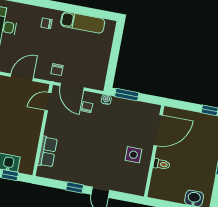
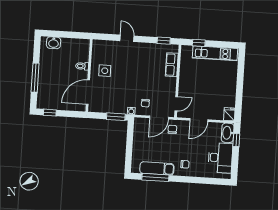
window: (86, 11) -> (155, 177), added
door: (72, 87) -> (159, 117), swing flipped
window: (75, 187) -> (164, 41), moved

